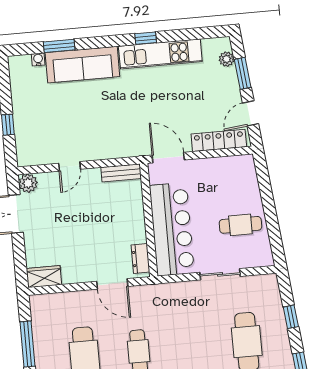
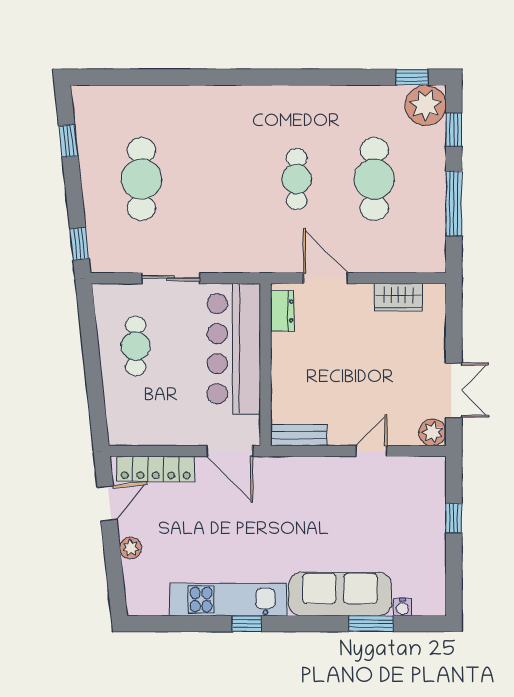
plant: (226, 59) -> (131, 548), moved
window: (243, 73) -> (113, 561), removed
cafe table: (240, 225) -> (136, 346), turned 90
wardrobe: (44, 277) -> (398, 297), moved
window: (291, 317) -> (79, 244), moved

